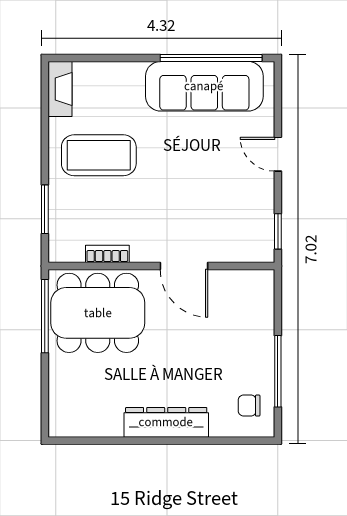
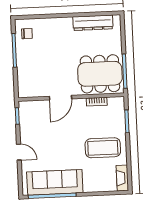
door: (184, 266) -> (61, 98), swing flipped
dresser: (166, 422) -> (93, 23), moved

